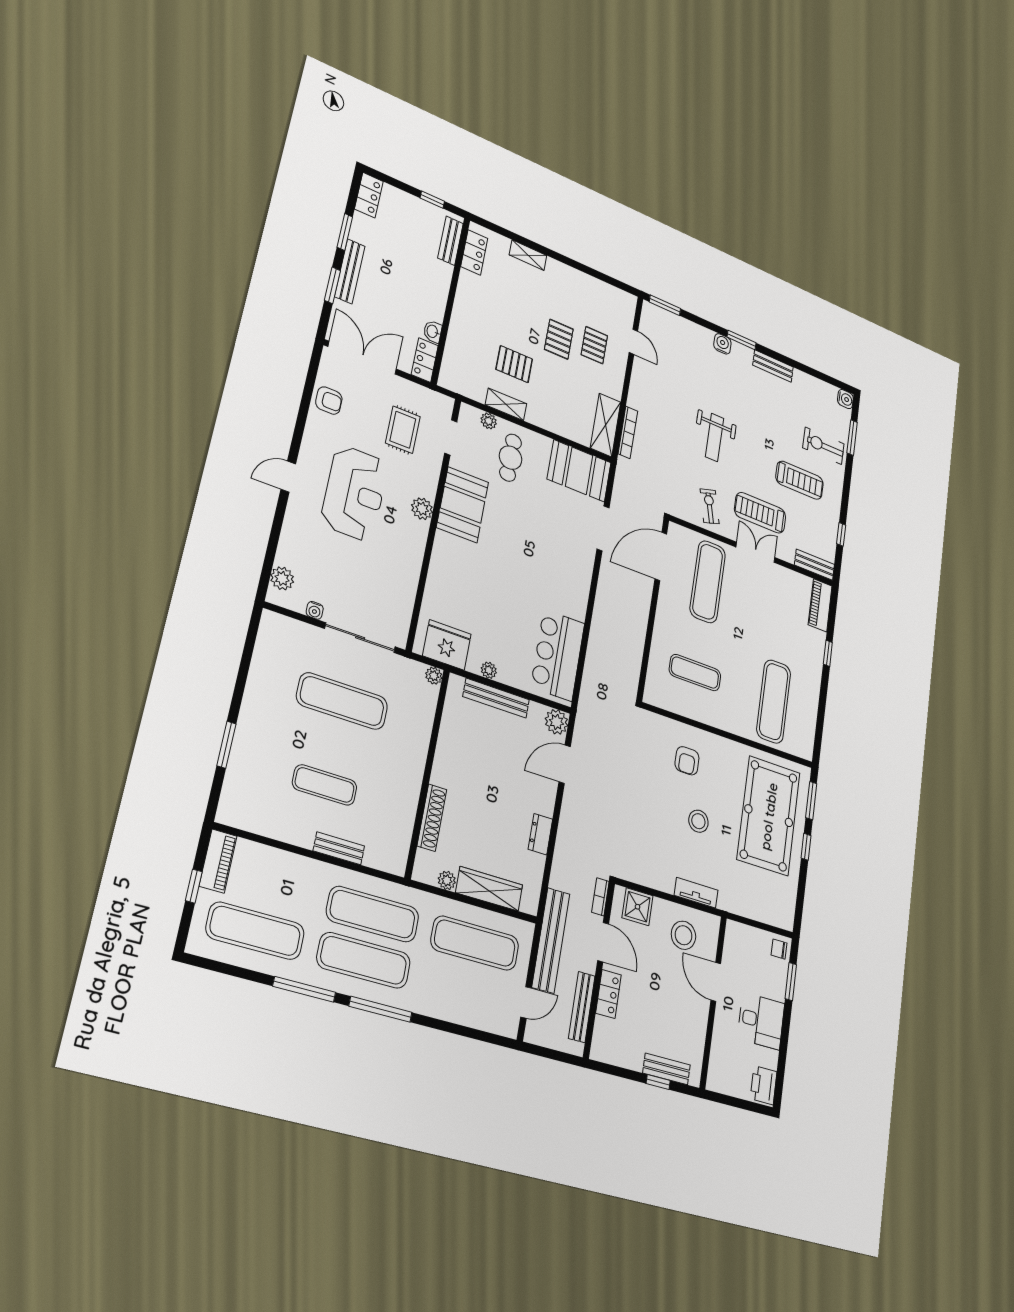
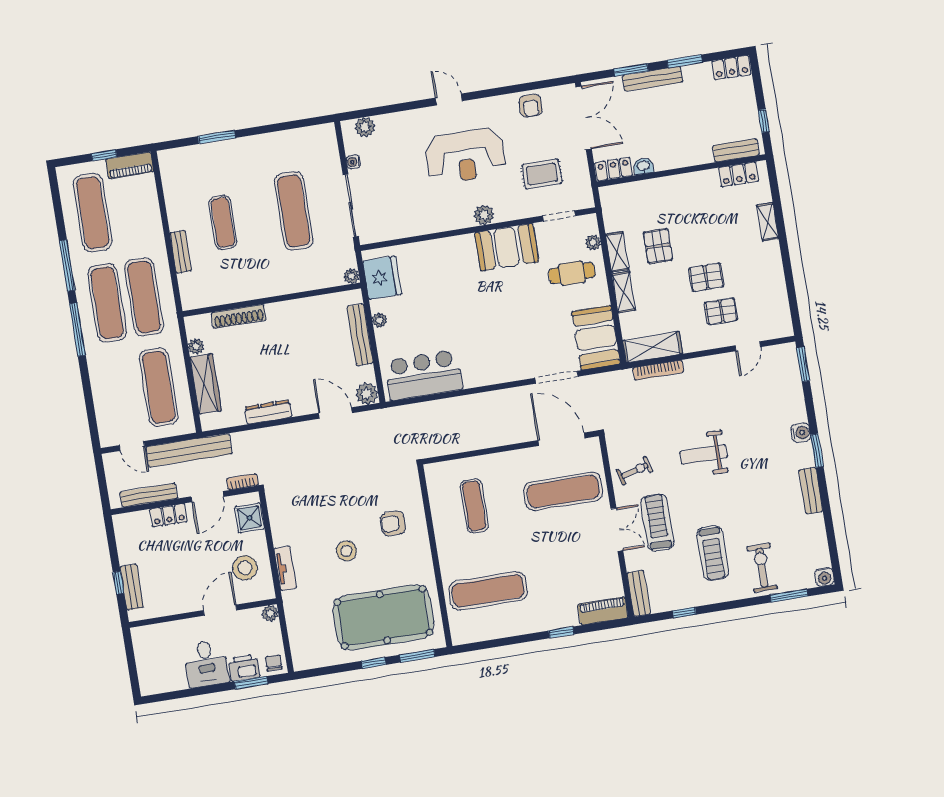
shelving: (546, 421) -> (624, 292), added
dresser: (540, 834) -> (268, 412), width x1.44
plant: (733, 930) -> (270, 613), added
printer: (764, 1085) -> (244, 668), moved

